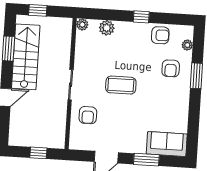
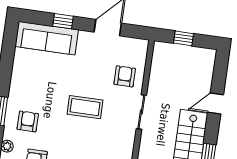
sofa: (167, 144) -> (47, 38), width x1.36
window: (146, 160) -> (63, 21), width x0.67

